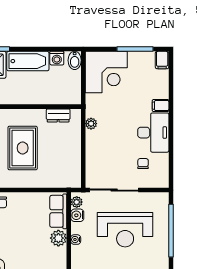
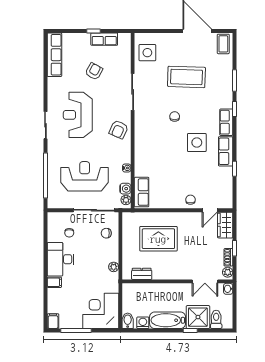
rug: (23, 148) -> (158, 239), moved, turned 90
chair: (100, 163) -> (106, 233), added
plant: (58, 238) -> (141, 169), removed

